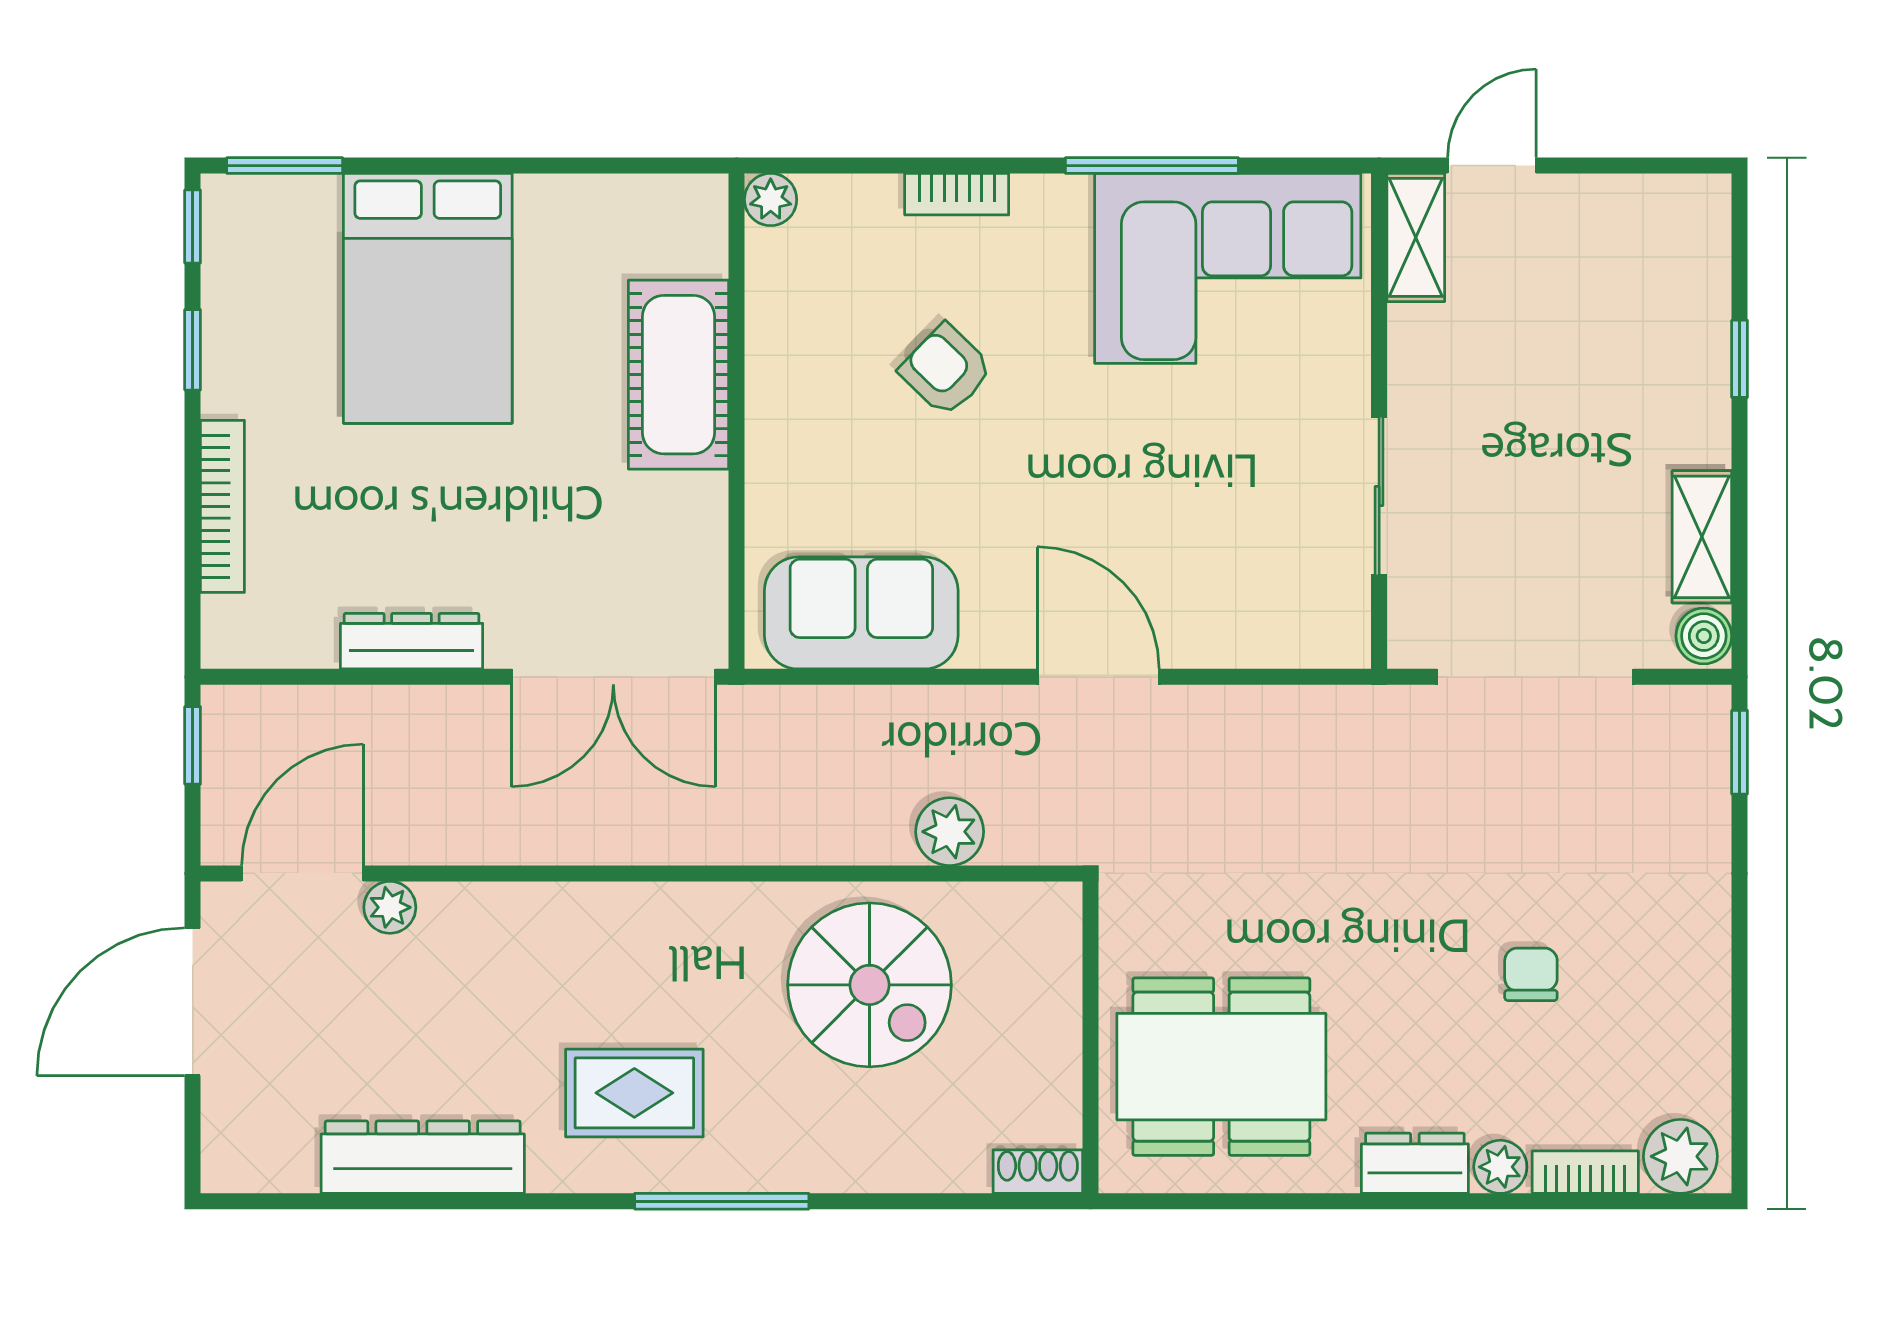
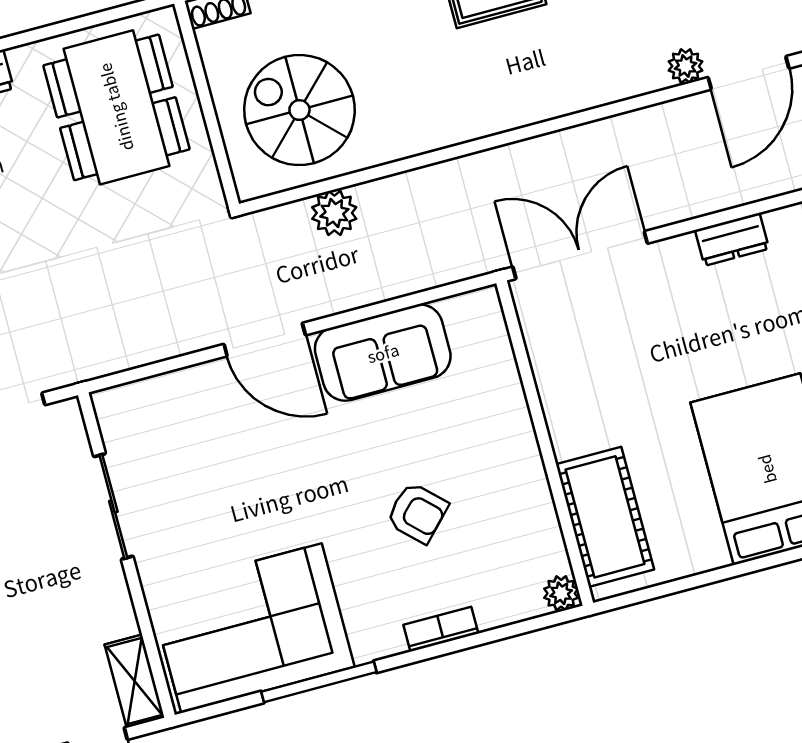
cot: (679, 375) -> (605, 517), moved
sofa: (861, 613) -> (383, 353), moved
dresser: (412, 641) -> (732, 239), width x0.70
spiral stairs: (869, 985) -> (299, 110), moved
dining table: (1221, 1067) -> (116, 107), turned 90

